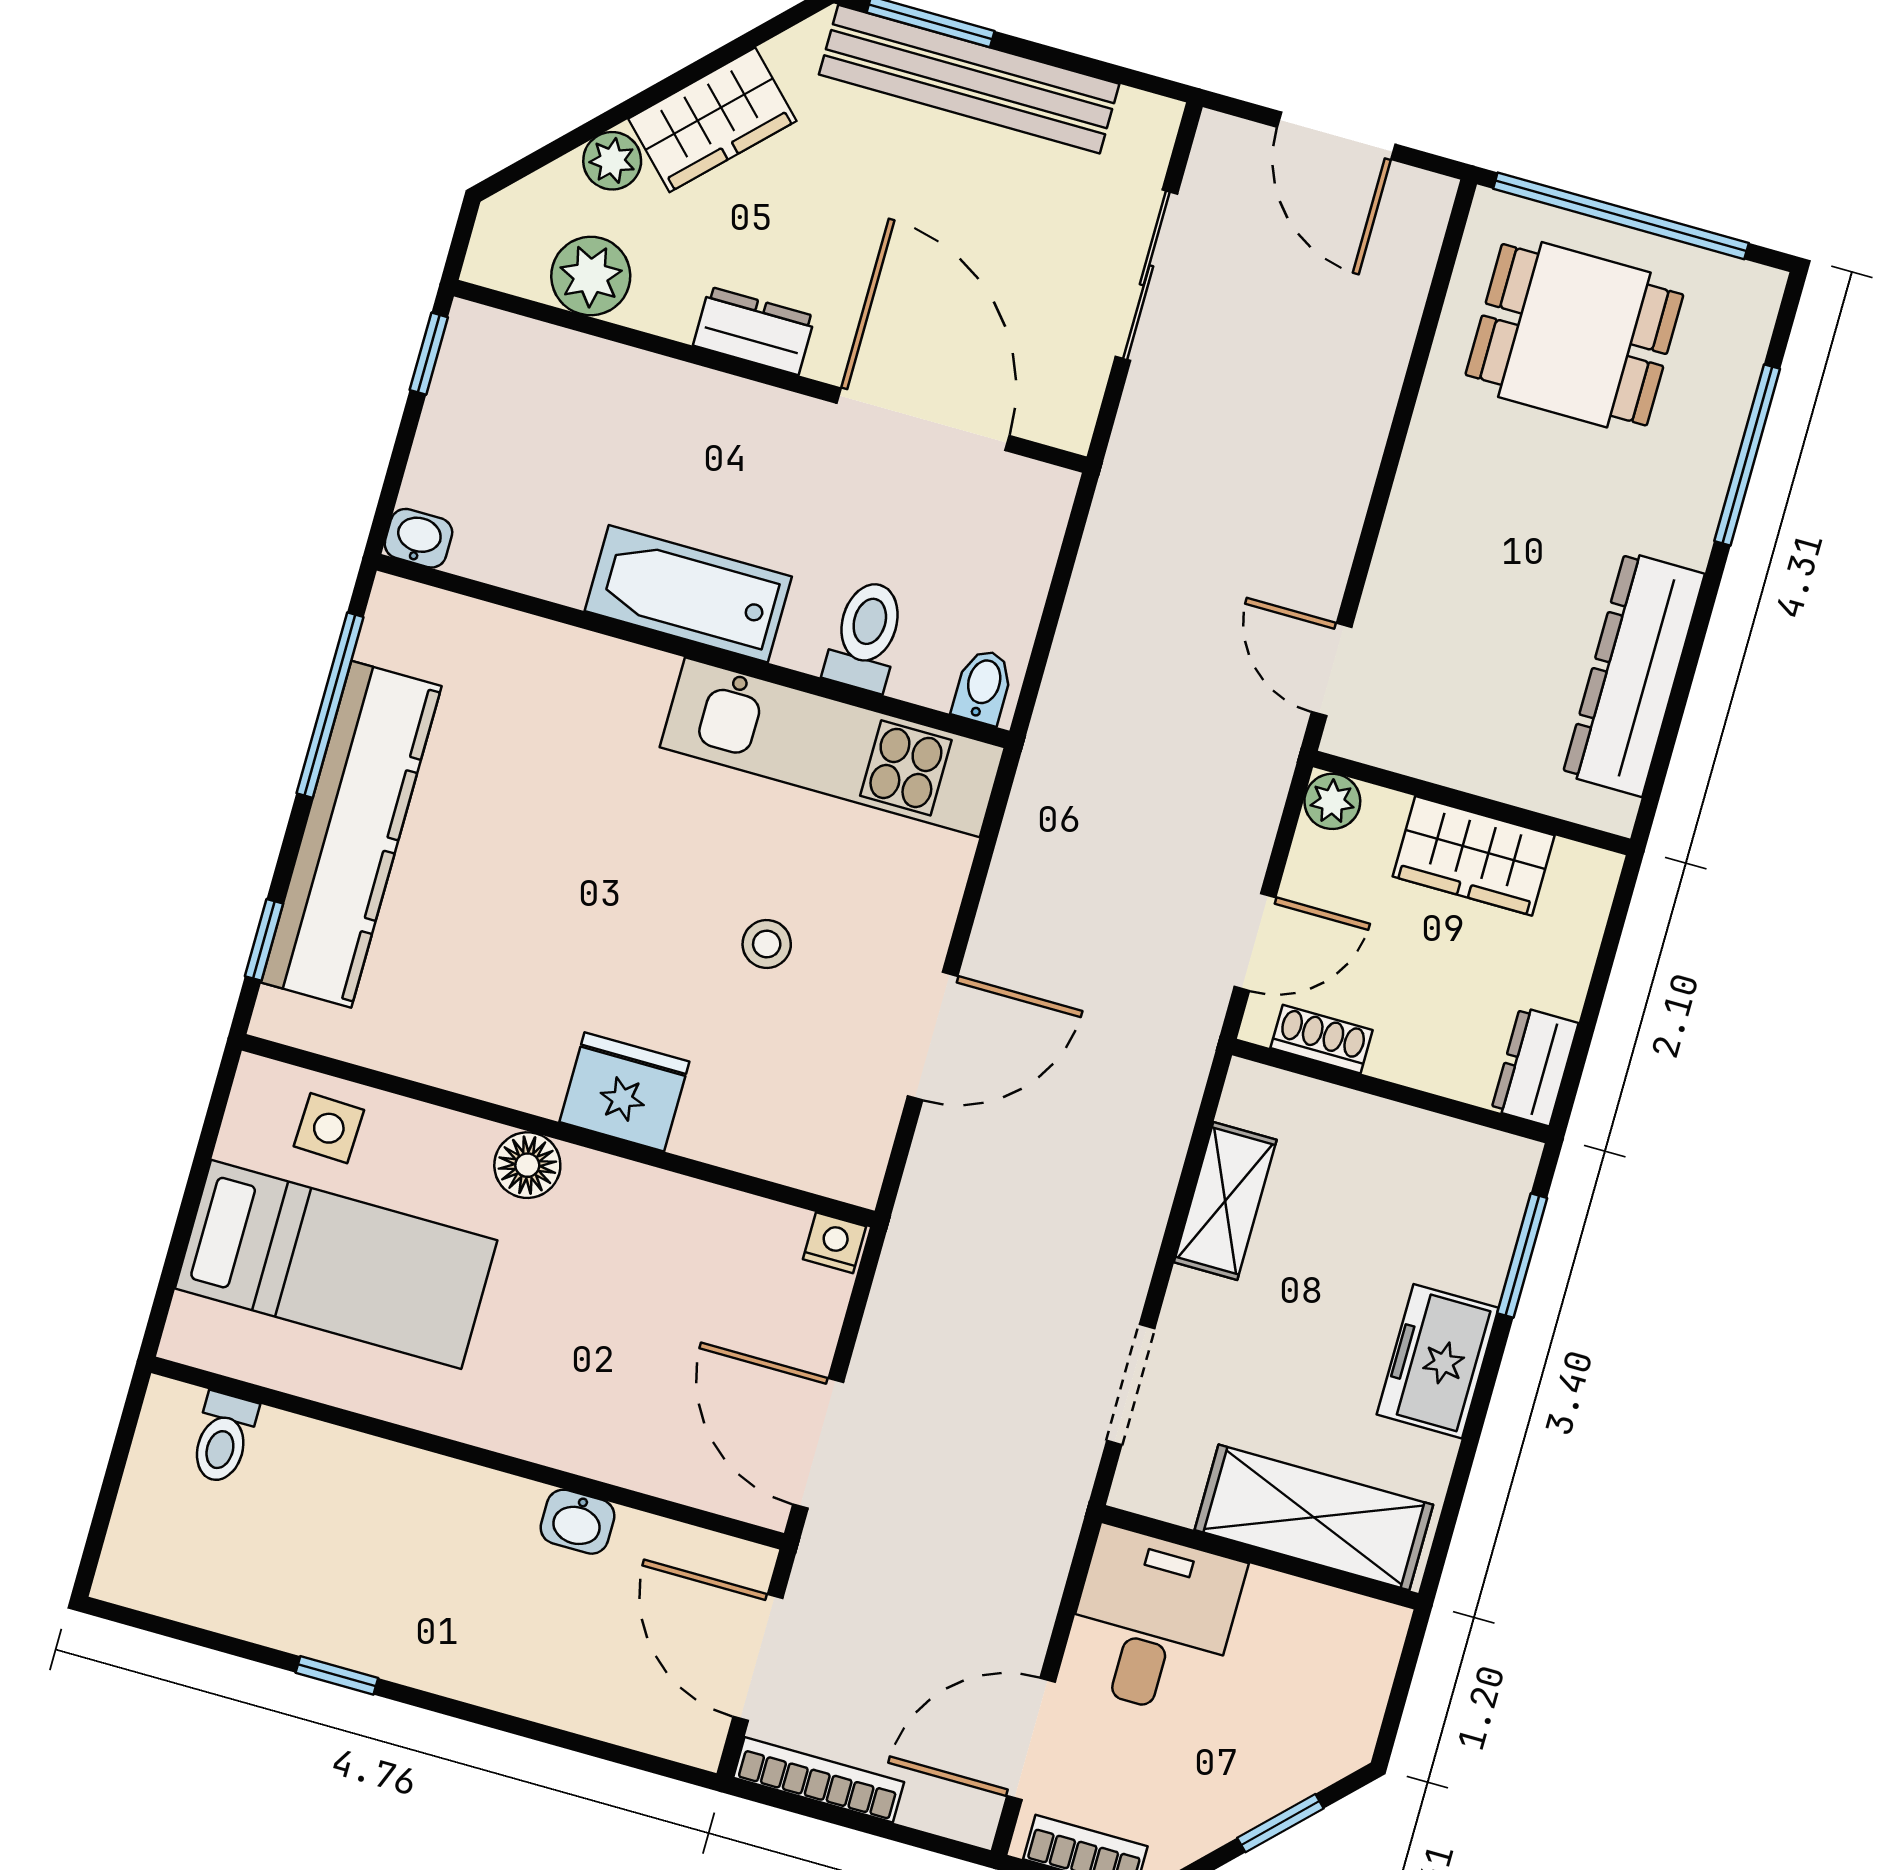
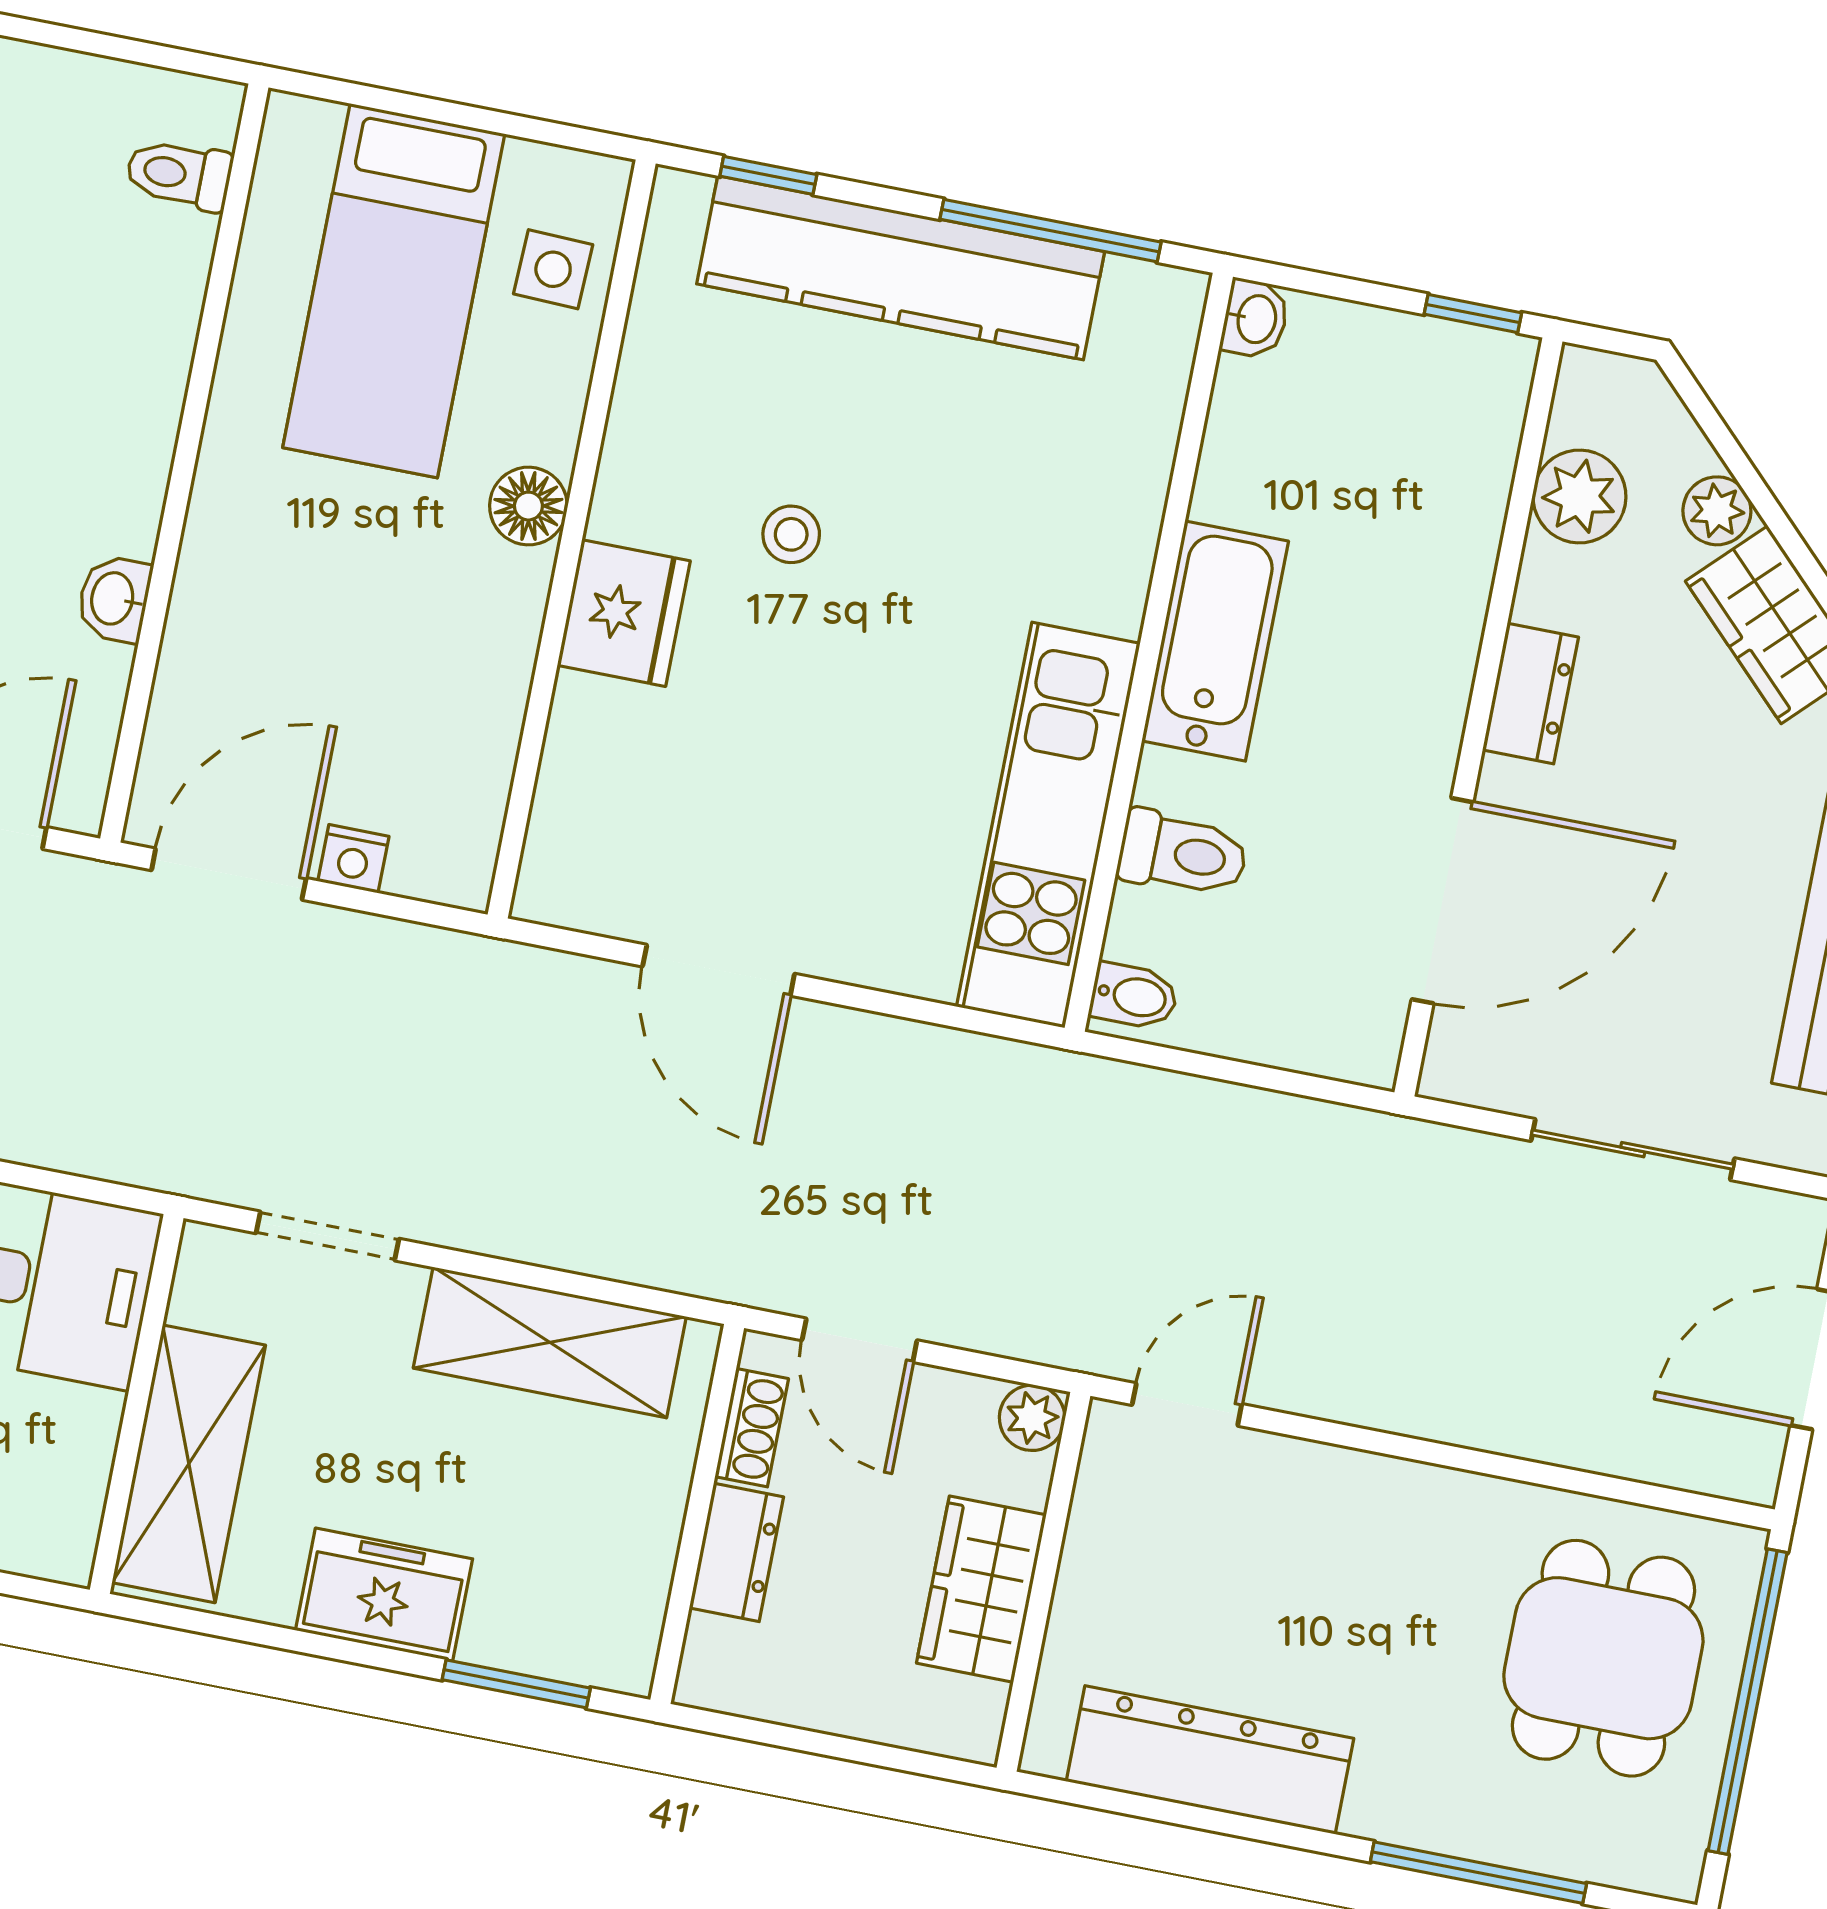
stool: (767, 944) -> (791, 534), moved
dresser: (1535, 1067) -> (736, 1552), moved, turned 90
shelving: (1225, 1201) -> (550, 1342), width x1.50, depth x1.33
nightstand: (835, 1243) -> (353, 859), moved, turned 90

